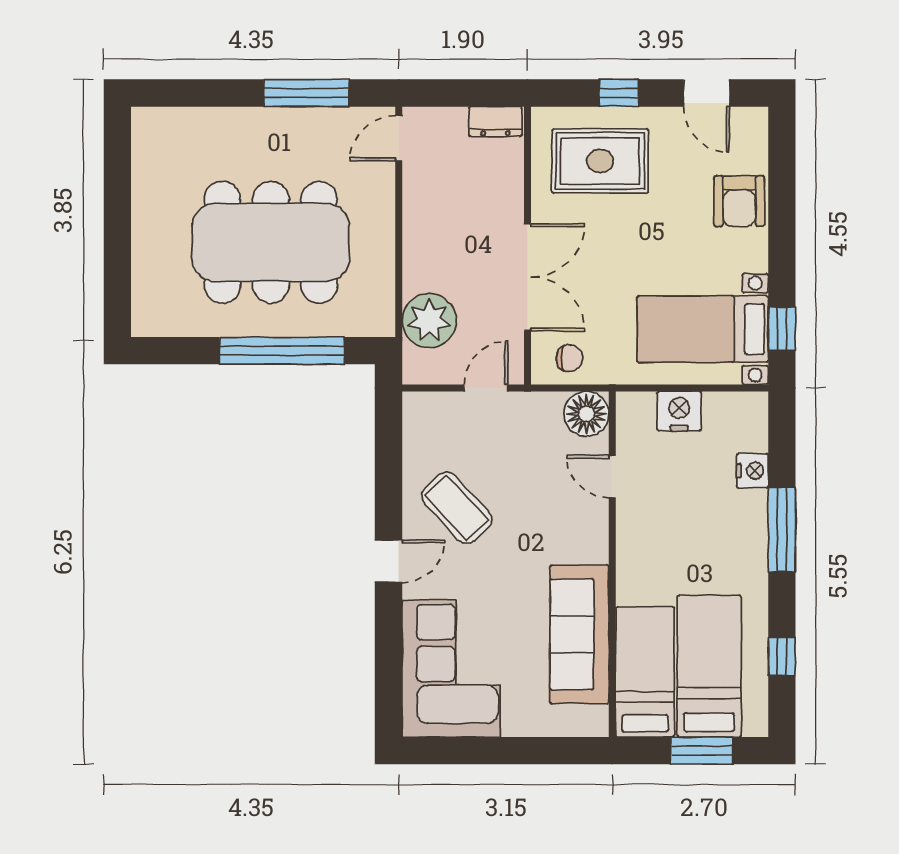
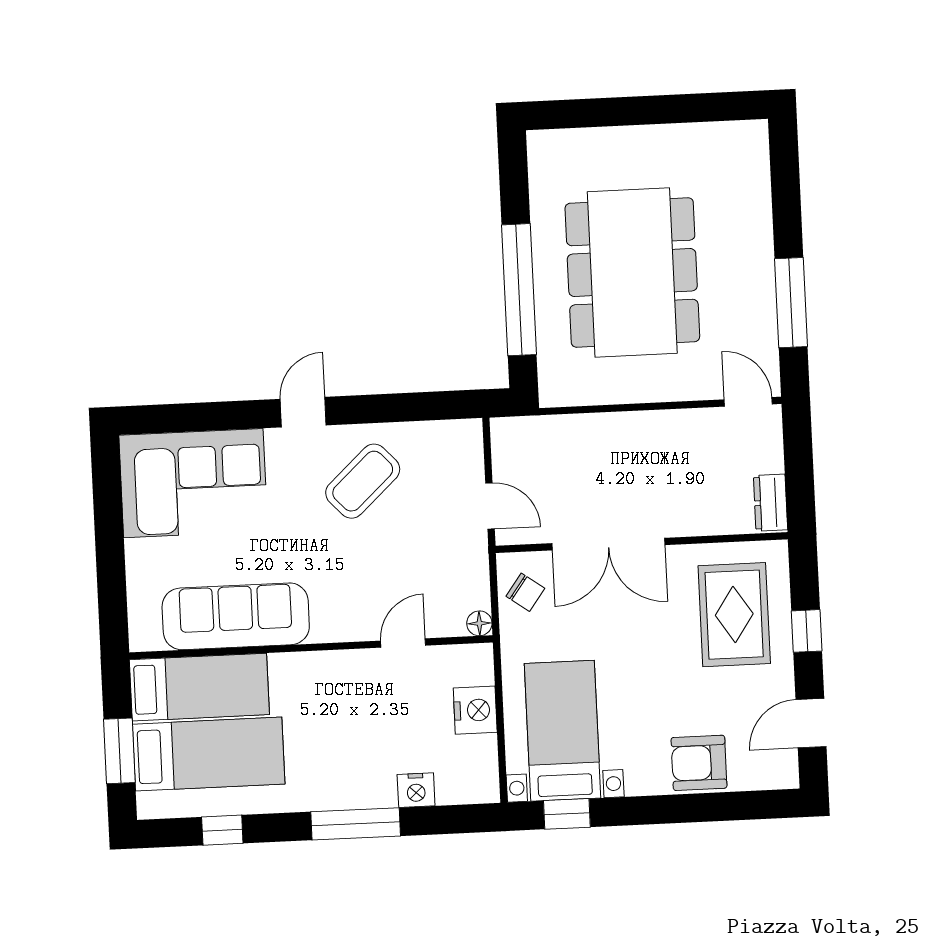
plant: (429, 321) -> (558, 443), removed
chair: (570, 358) -> (525, 592), turned -54
floor lamp: (586, 414) -> (479, 623), width x0.53, depth x0.53
door: (389, 561) -> (303, 412), swing flipped

